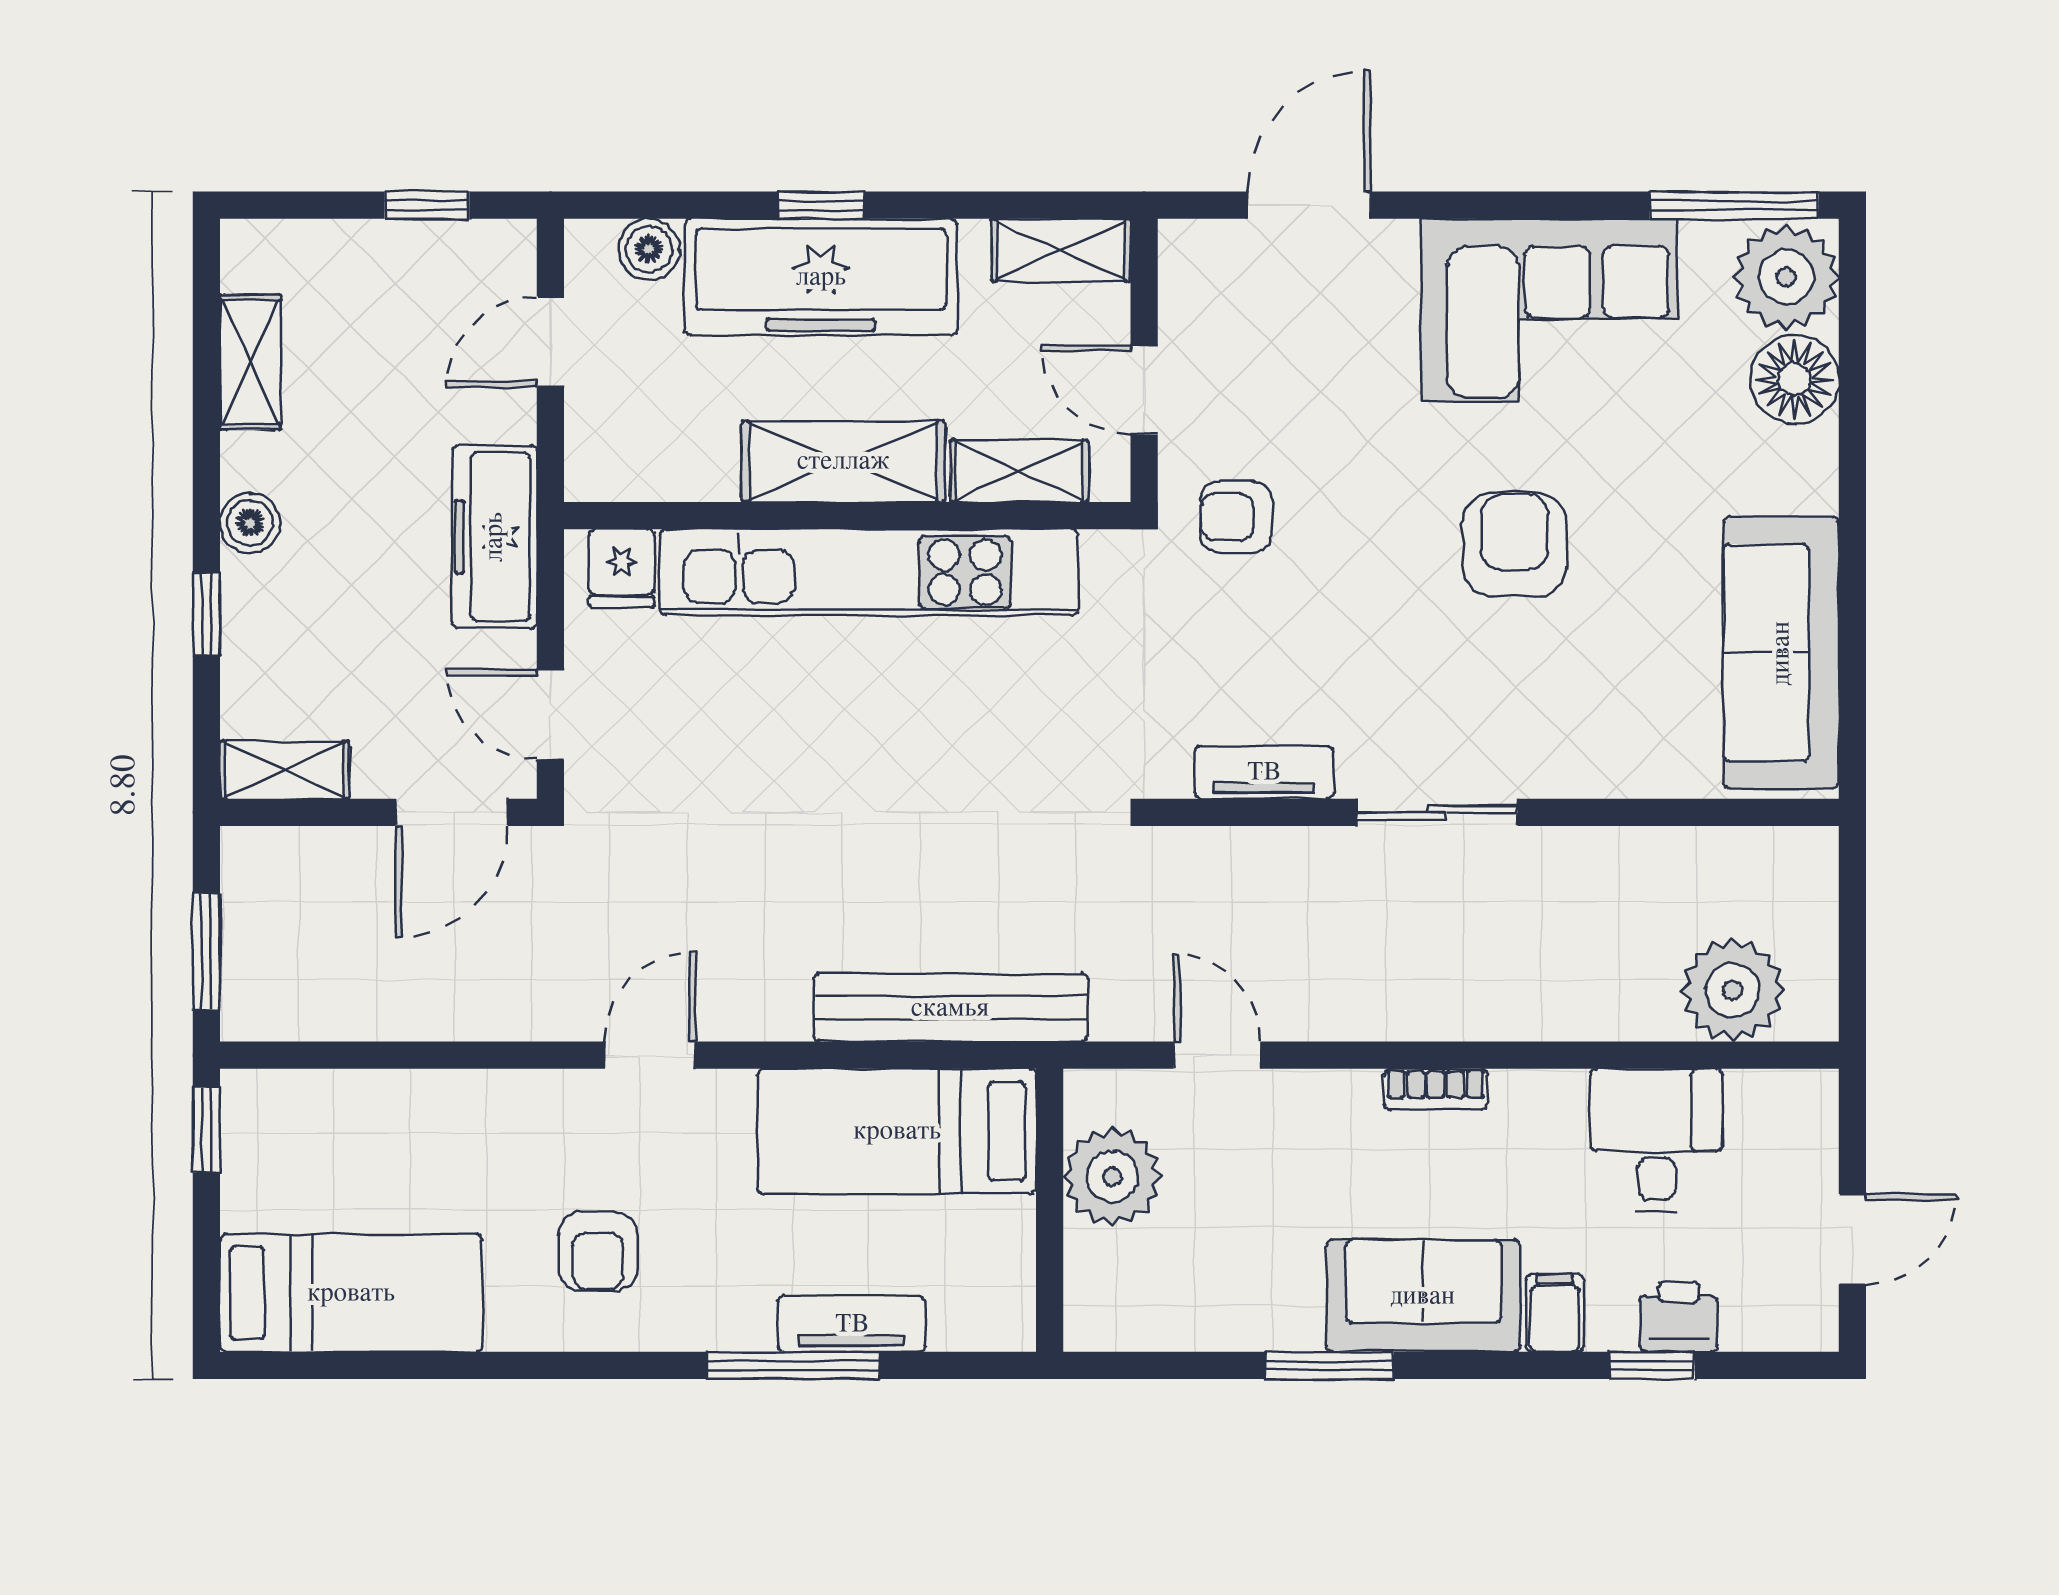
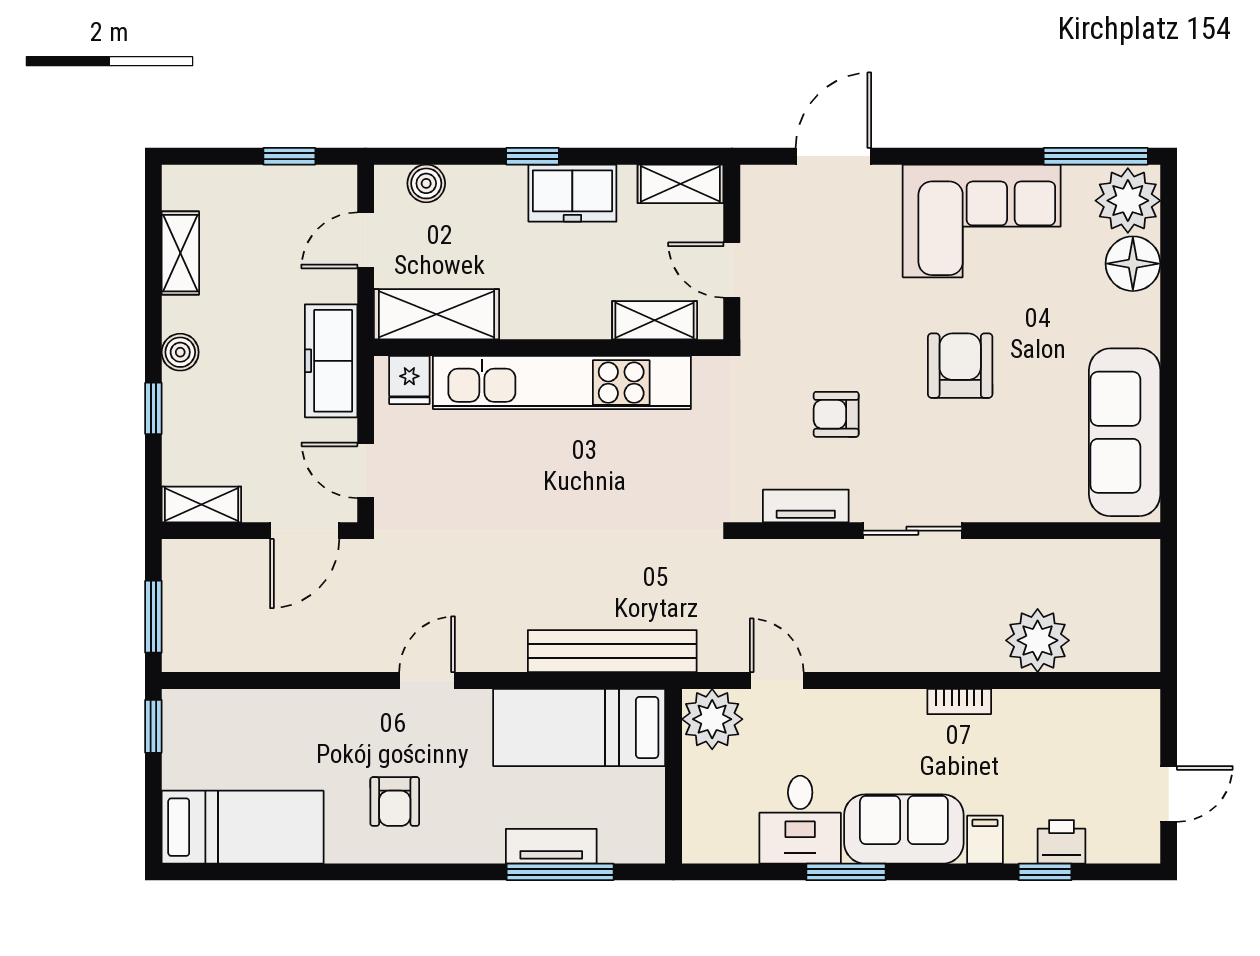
freezer: (821, 277) -> (572, 193), width x0.52, depth x0.79
shelving: (843, 461) -> (437, 314), moved
armchair: (1236, 517) -> (836, 414), moved
plant: (1733, 990) -> (1038, 640), moved
bookcase: (1436, 1089) -> (959, 702), moved
desk: (1657, 1140) -> (800, 820), moved, turned 180
plant: (1112, 1177) -> (712, 719), moved
window: (793, 1365) -> (560, 872), moved

